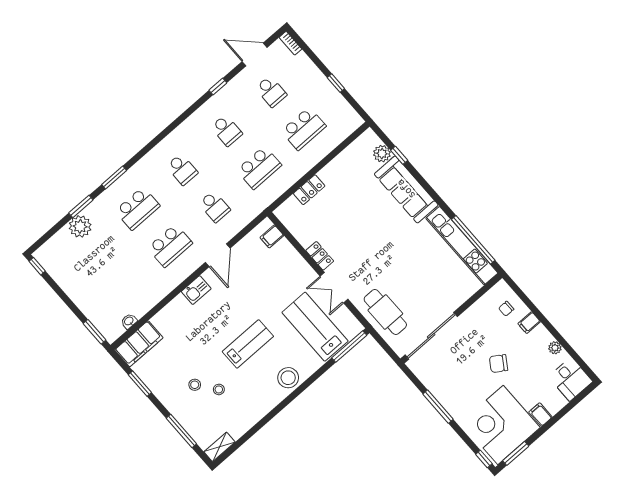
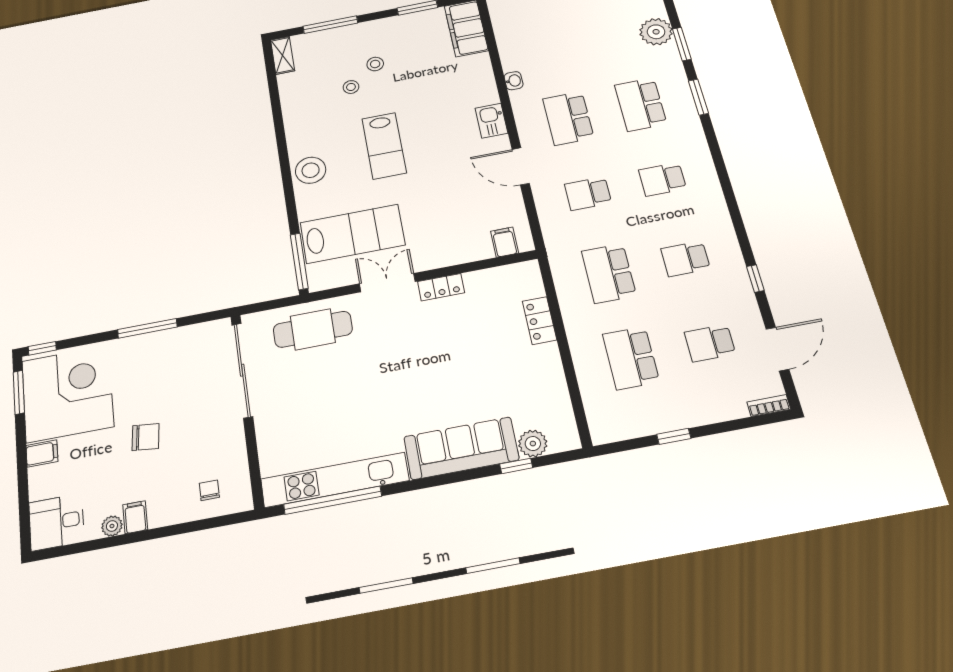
washbasin: (129, 321) -> (514, 81), moved
filing cabinet: (529, 323) -> (135, 517), moved
chair: (499, 364) -> (146, 437), turned 63

